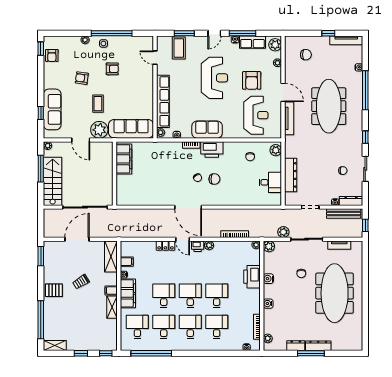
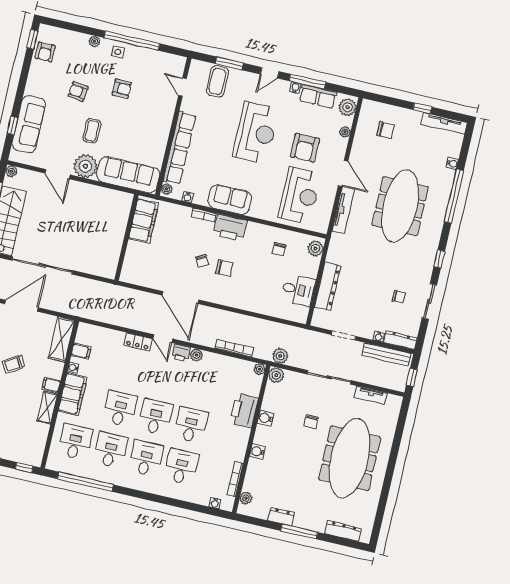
filing cabinet: (124, 159) -> (144, 221), moved
wall: (114, 174) -> (126, 238), moved
plant: (283, 232) -> (280, 356), moved
dresser: (318, 346) -> (343, 531), moved

